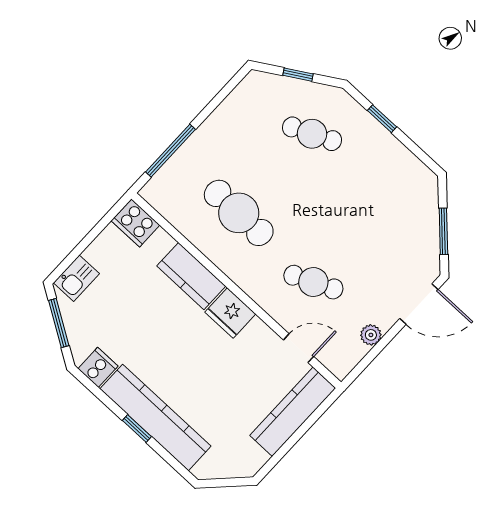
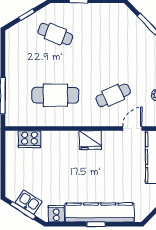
cafe table: (312, 134) -> (55, 34), turned 45
cooker: (136, 223) -> (29, 139), moved
kitchen counter: (191, 276) -> (60, 140), removed
kitchen sink: (76, 278) -> (29, 202), moved, turned -58

